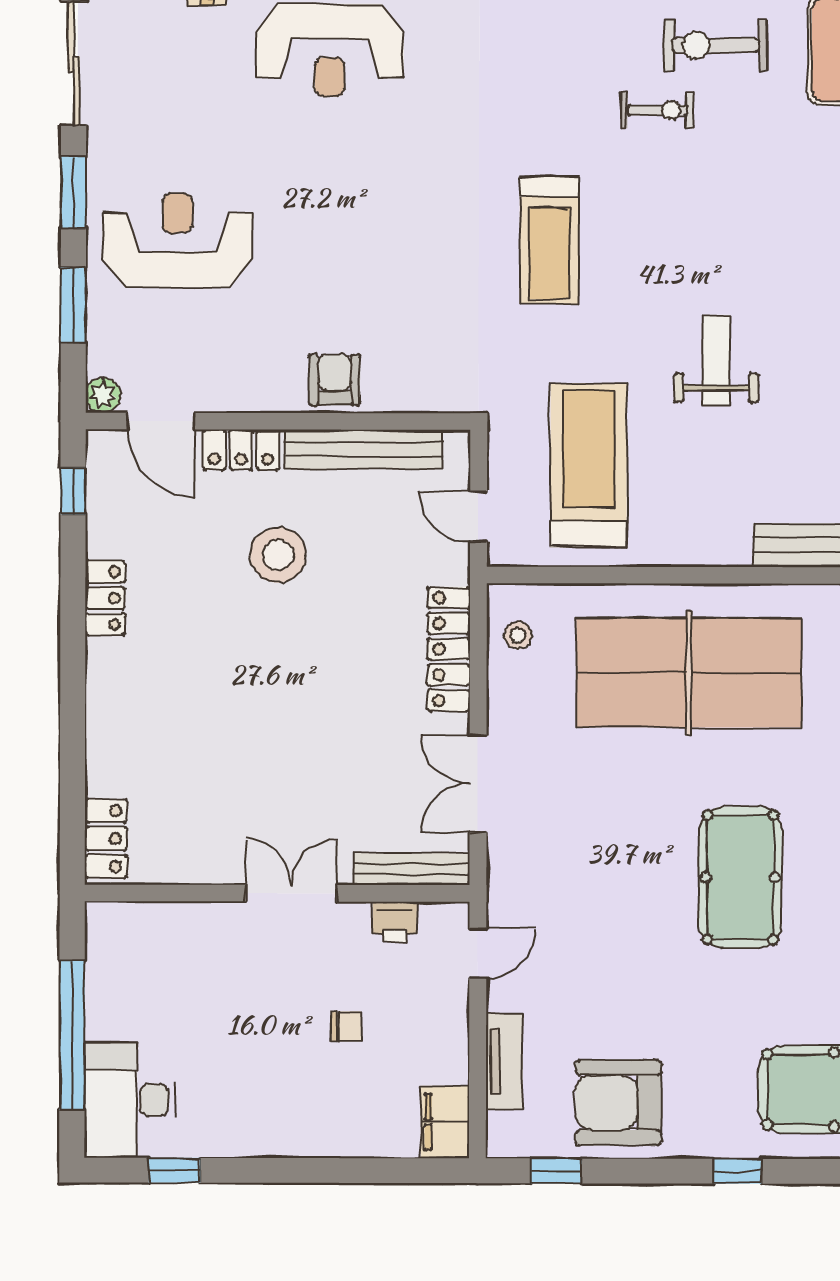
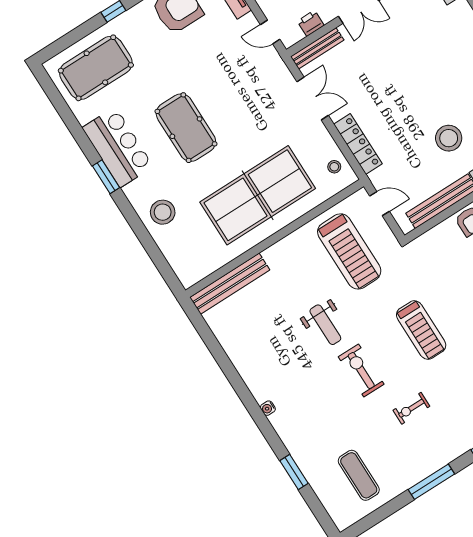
exercise bike: (716, 45) -> (361, 371), moved, turned -90
treadmill: (549, 240) -> (421, 330), turned 180
door: (478, 953) -> (270, 32), hinge flipped

